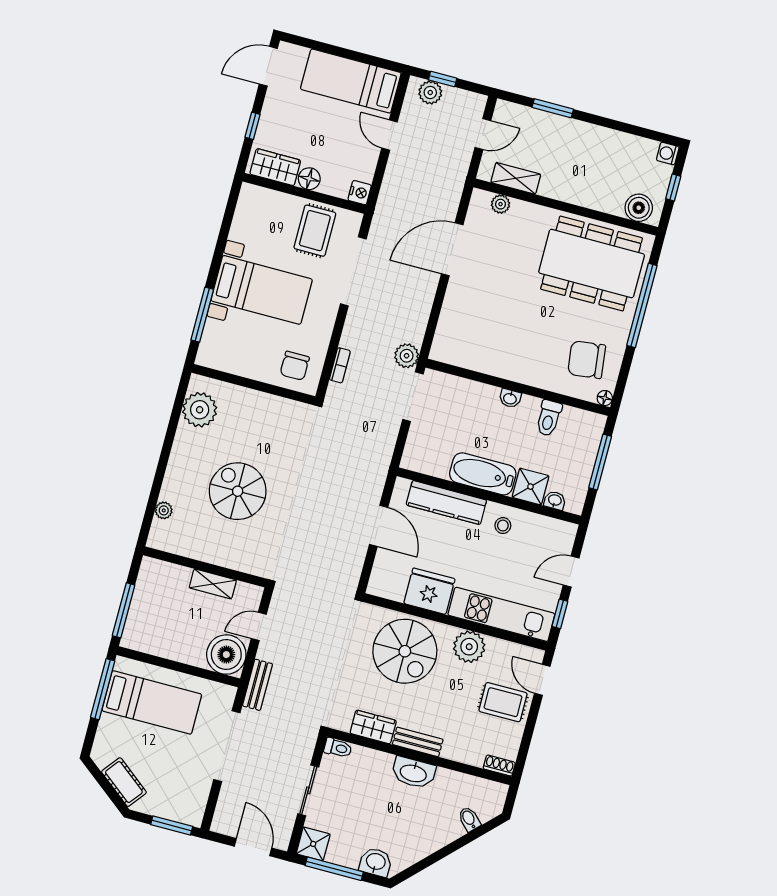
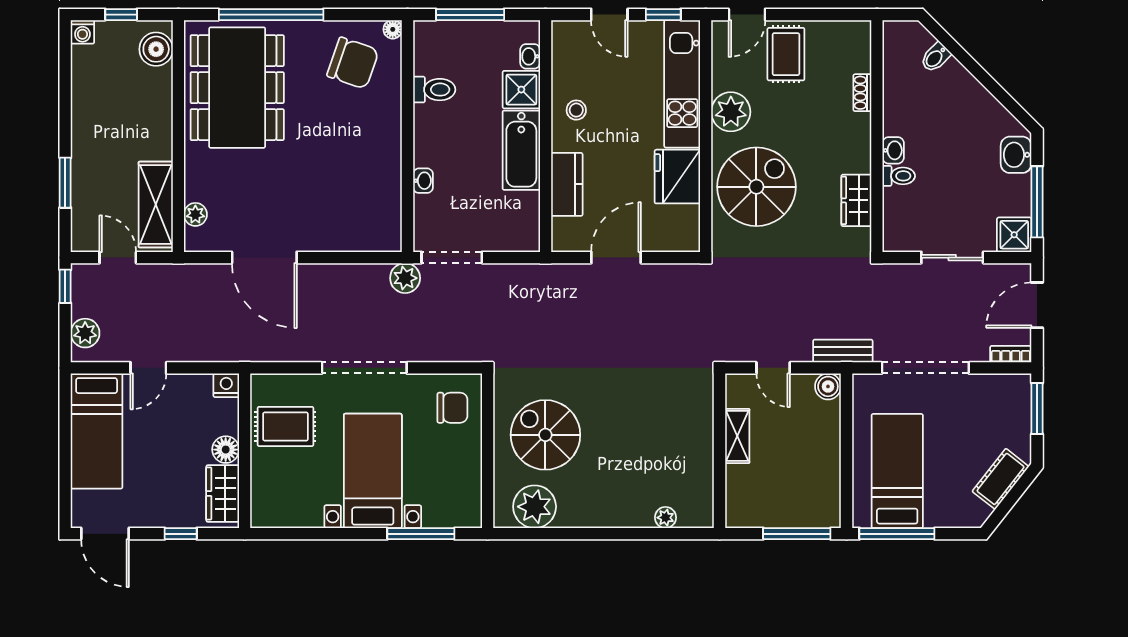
window: (443, 79) -> (65, 286), moved
shelving: (516, 178) -> (156, 204), width x1.50, depth x1.33
doorway: (353, 271) -> (364, 368), moved
chair: (587, 360) -> (353, 63), turned -64
bookcase: (340, 365) -> (1011, 354), moved
washbasin: (510, 398) -> (423, 181), moved
spiral stairs: (238, 491) -> (545, 435), moved, turned 90
kitchen counter: (446, 503) -> (567, 184), width x0.67
boiler: (226, 655) -> (828, 386), width x0.54, depth x0.54
bench: (418, 742) -> (860, 143), removed
toilet: (338, 748) -> (899, 176), moved, turned 90
shoe rack: (499, 766) -> (862, 93), moved
washbasin: (413, 773) -> (893, 150), width x0.52, depth x0.69

